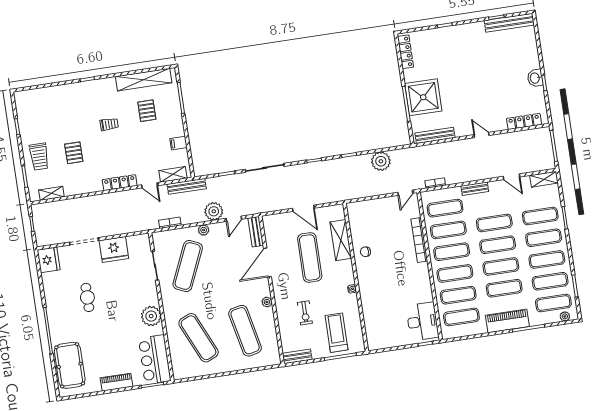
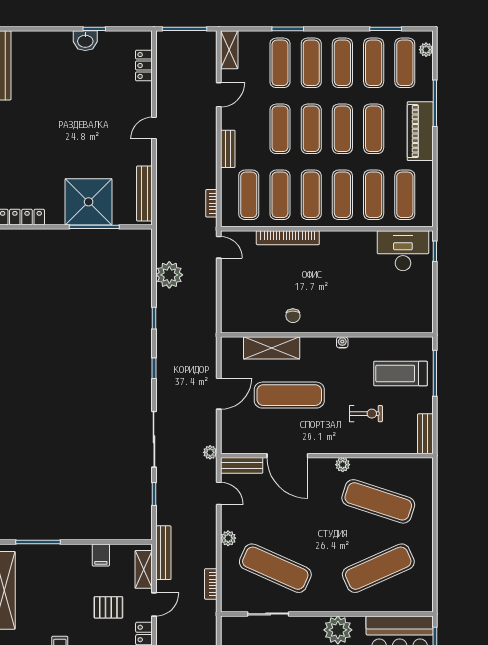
pallet: (147, 111) -> (108, 607), moved
locker: (524, 121) -> (144, 65), width x0.66
plant: (214, 211) -> (210, 452), moved, width x0.53, depth x0.53
exercise mat: (245, 331) -> (378, 501), turned 30

